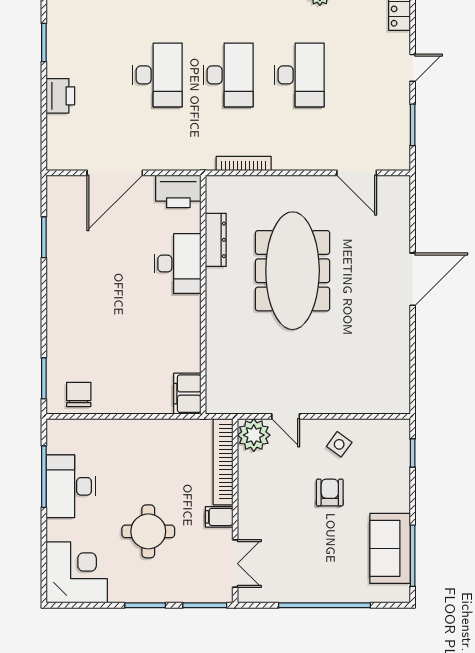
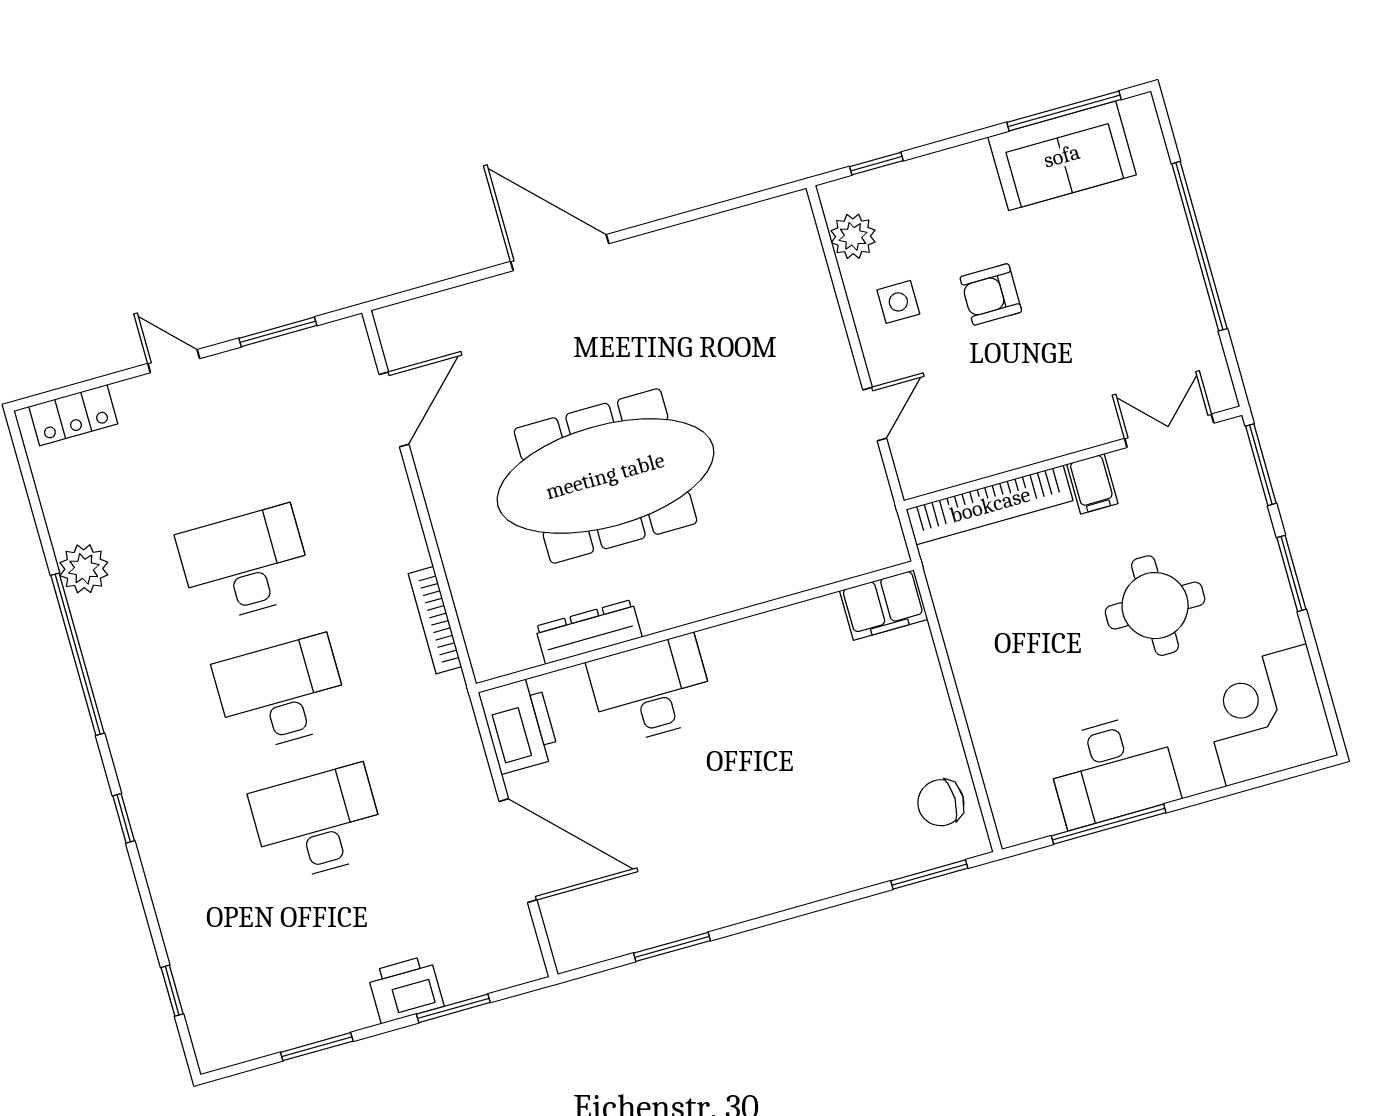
window: (44, 117) -> (453, 1008), added
plant: (254, 435) -> (853, 236), moved, width x0.73, depth x0.73
side table: (339, 444) -> (898, 302), turned -36

